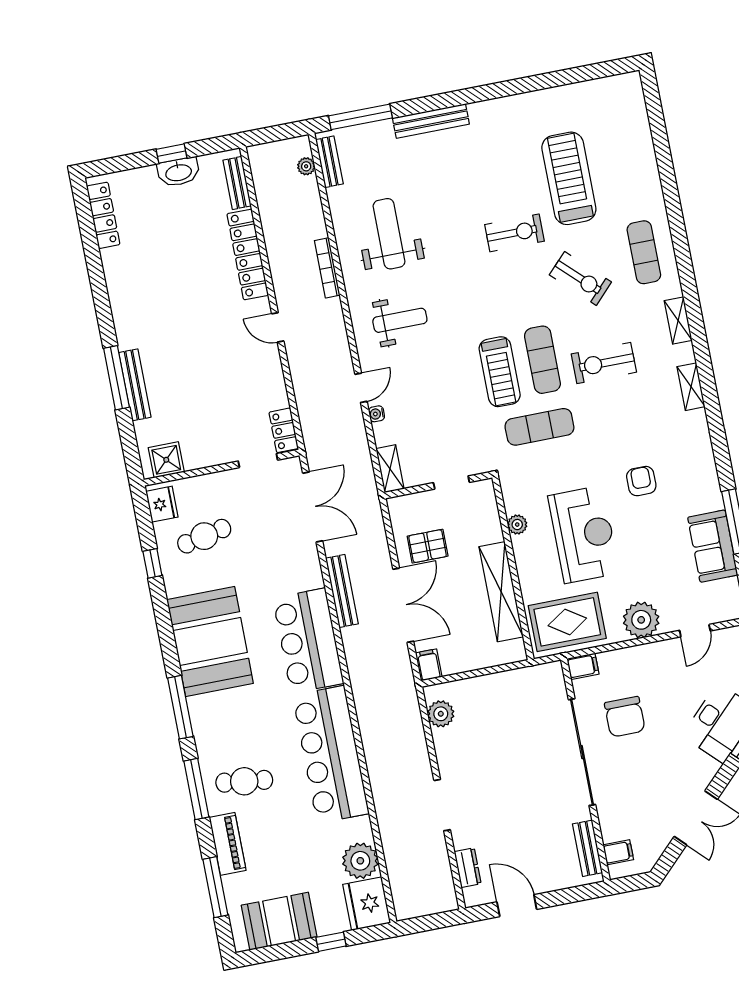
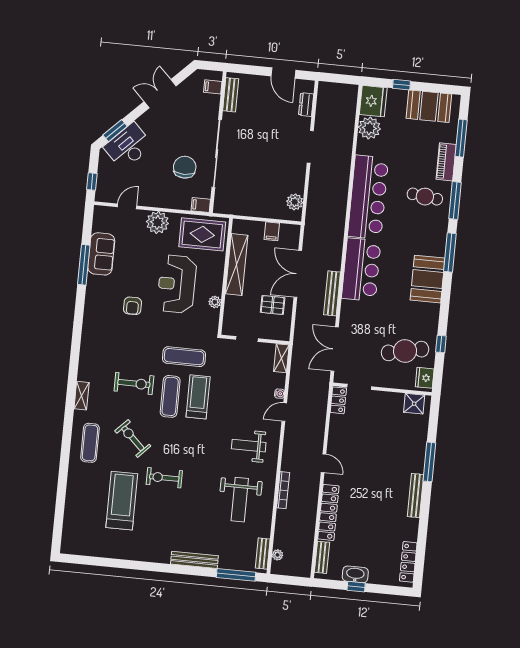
treadmill: (569, 178) -> (122, 501), turned 180
bench: (135, 385) -> (416, 496), moved
shelving: (691, 387) -> (86, 354), removed
cafe table: (204, 536) -> (405, 351), width x1.37, depth x1.35
booth: (210, 641) -> (428, 279), width x0.73, depth x0.70
filing cabinet: (429, 665) -> (272, 231), moved

